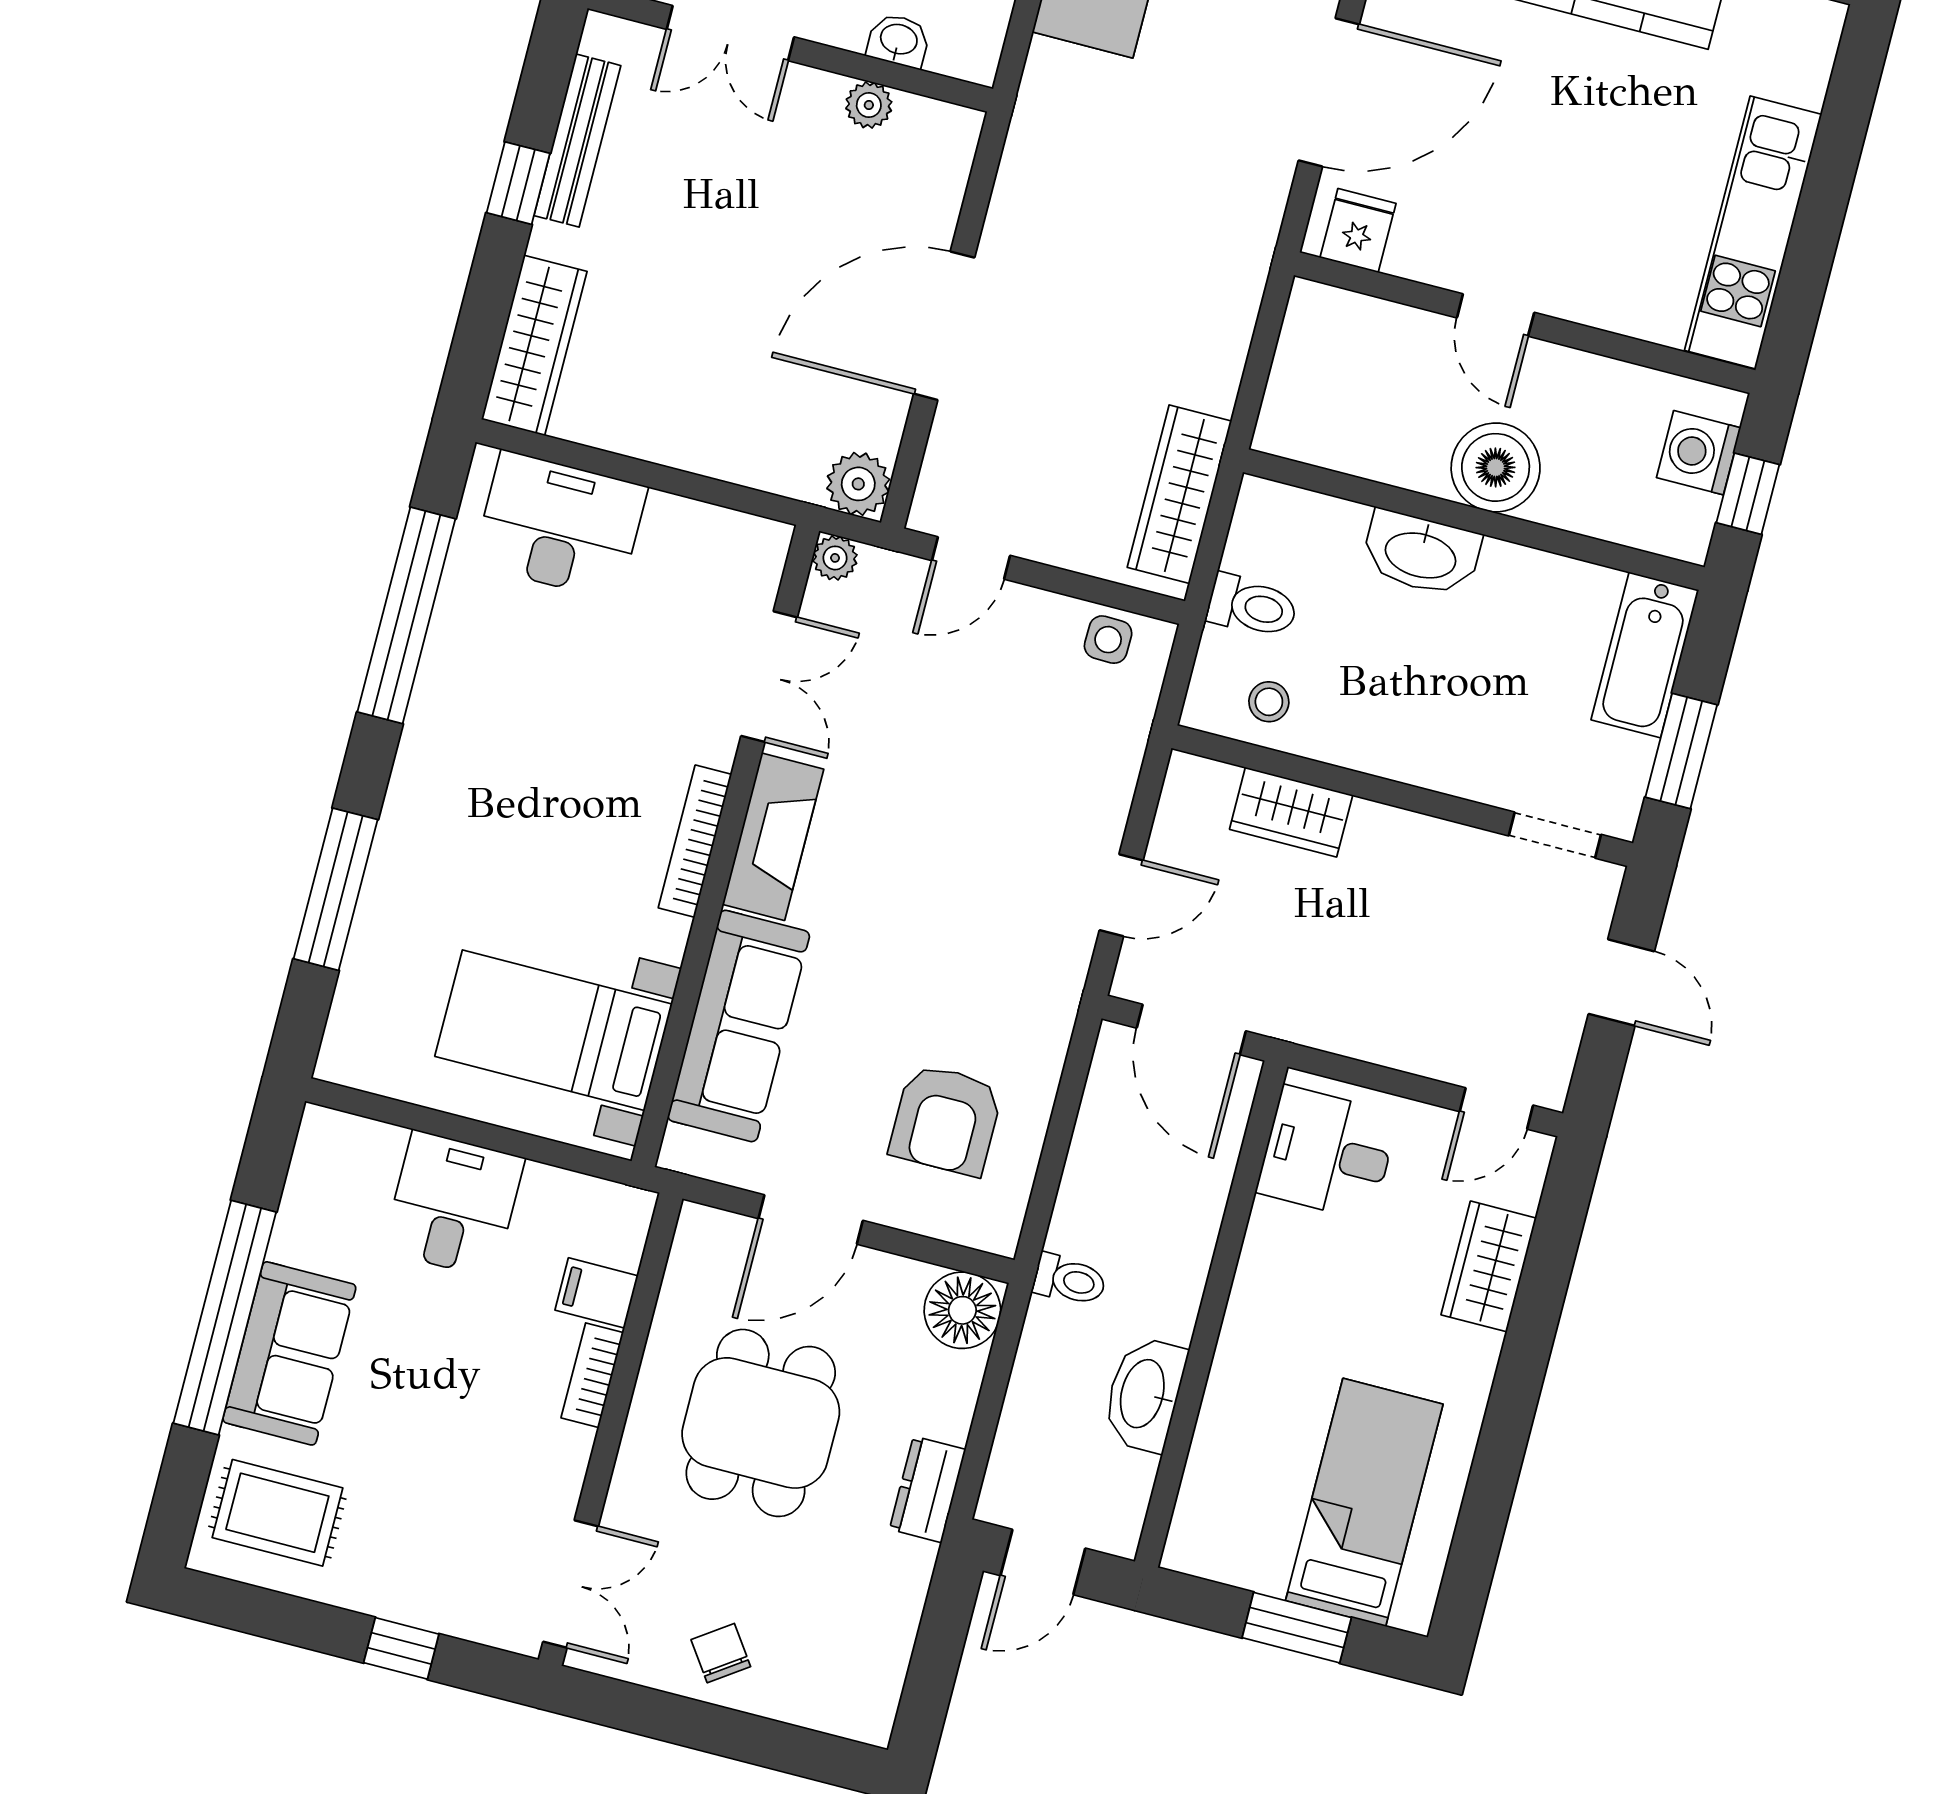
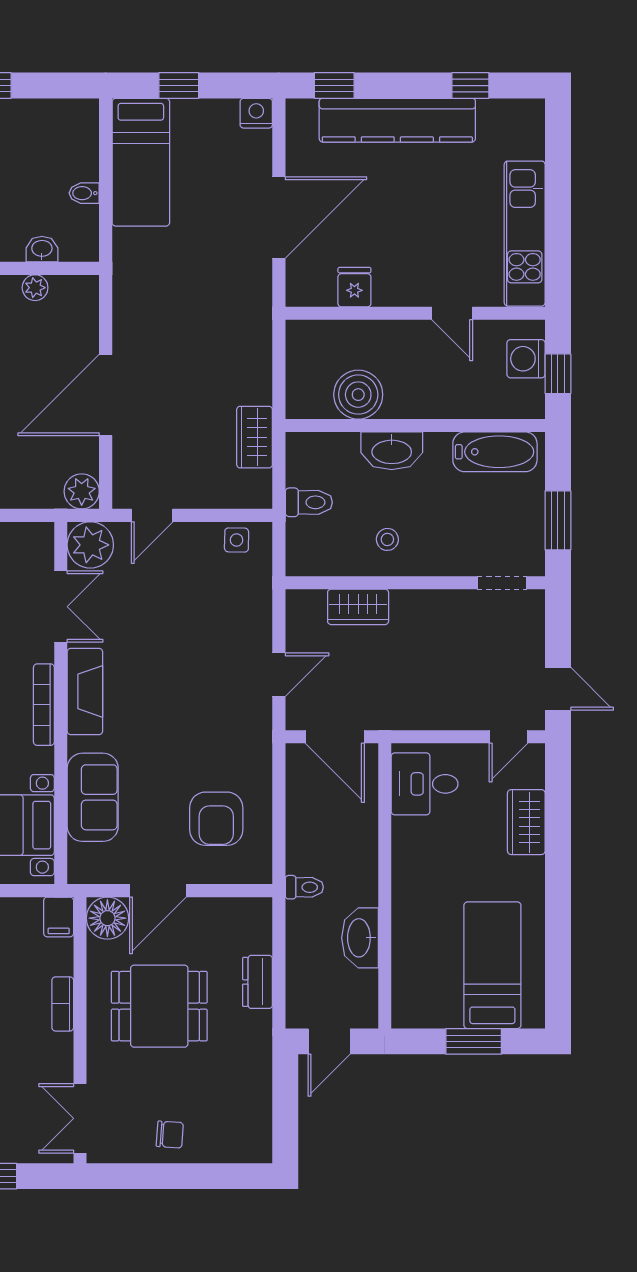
fridge: (1358, 230) -> (354, 287), moved
door: (1496, 315) -> (452, 313), moved
boiler: (1496, 467) -> (358, 395), moved
wardrobe: (1179, 494) -> (255, 437), width x0.67
plant: (835, 558) -> (90, 545), width x1.88, depth x1.88
bathtub: (1645, 655) -> (495, 452), moved, turned -90
stool: (1269, 702) -> (387, 539), moved
door: (1621, 983) -> (558, 689), moved
sofa: (739, 1026) -> (93, 797), width x0.73
filing cabinet: (597, 1293) -> (59, 917), moved, turned -90
floor lamp: (962, 1310) -> (107, 918), moved
dining table: (761, 1423) -> (159, 1006), turned 90
dresser: (928, 1489) -> (257, 982), moved
double door: (571, 1584) -> (80, 1118), swing flipped
chair: (721, 1653) -> (170, 1135), turned 129

